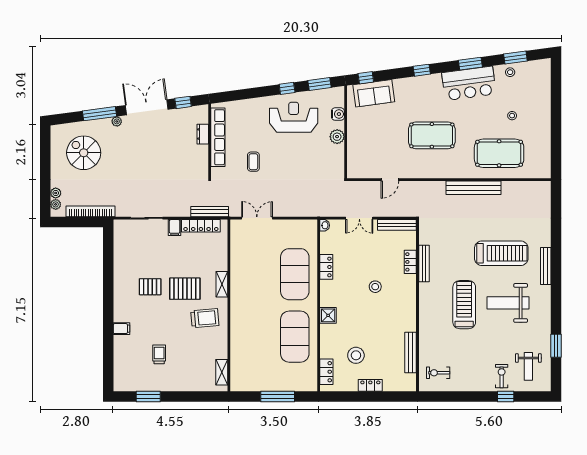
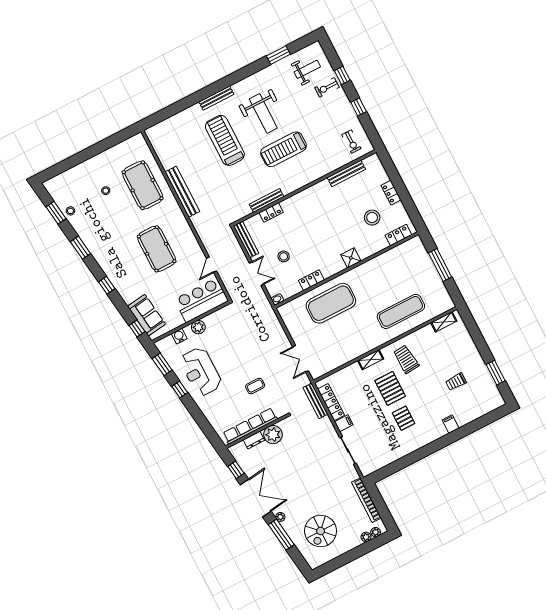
bar counter: (469, 83) -> (201, 300), moved, turned -82
double door: (147, 107) -> (256, 498), swing flipped
plant: (198, 155) -> (273, 435), added
door: (390, 180) -> (211, 265), swing flipped
stool: (375, 287) -> (284, 256), moved
exercise mat: (295, 337) -> (401, 311), moved, width x0.68
window: (468, 397) -> (359, 107), added

